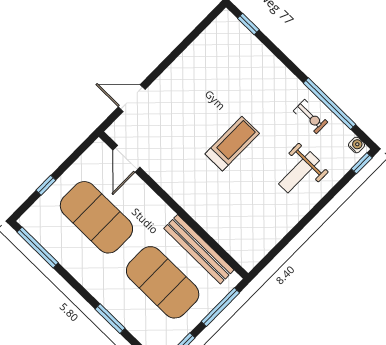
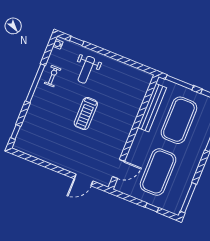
door: (132, 98) -> (84, 180), hinge flipped
window: (330, 104) -> (35, 83), moved
treadmill: (232, 144) -> (86, 113), turned -90
window: (362, 163) -> (77, 41), moved
weight bench: (299, 172) -> (86, 70), turned 90

